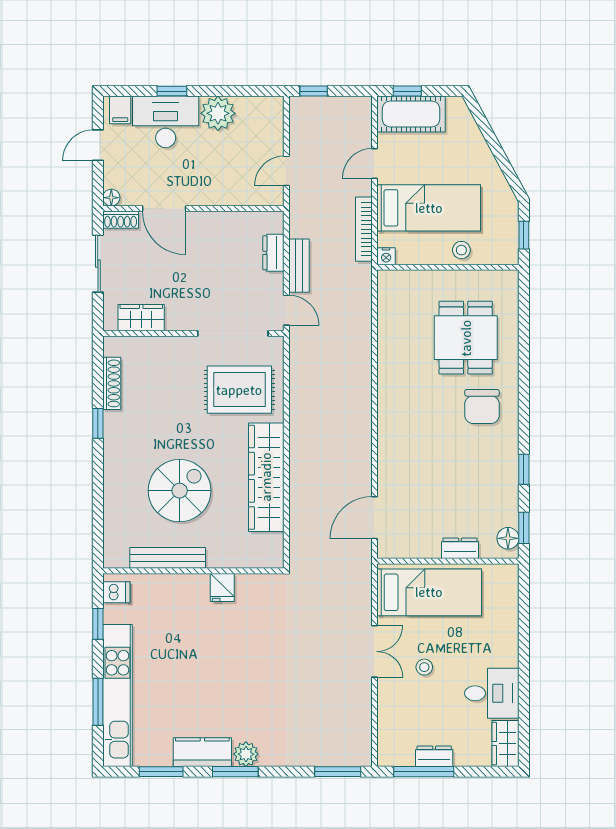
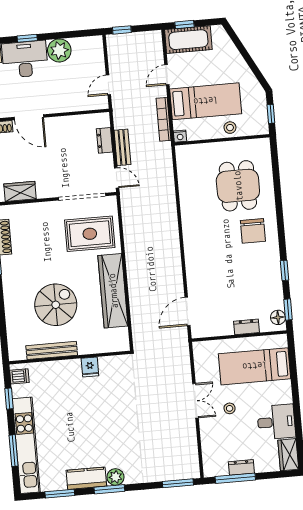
bed: (429, 592) -> (255, 366), moved, turned 180

